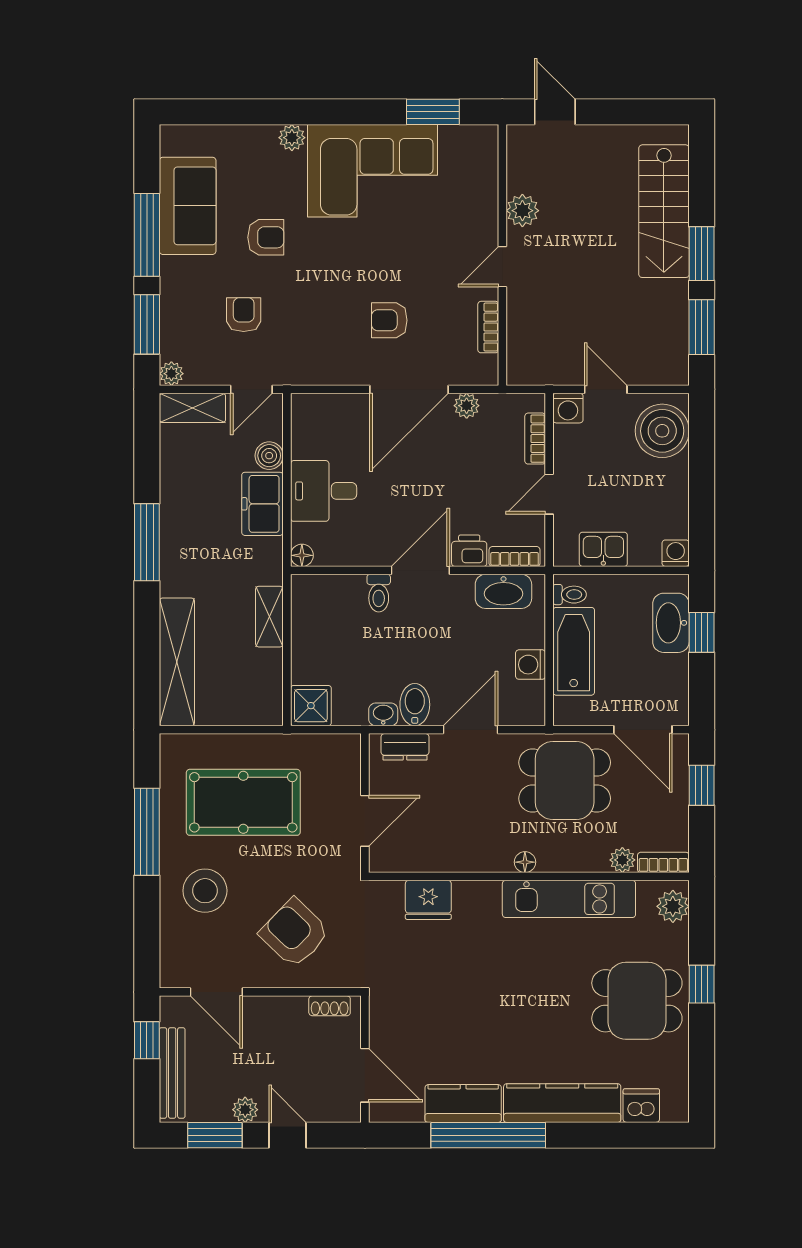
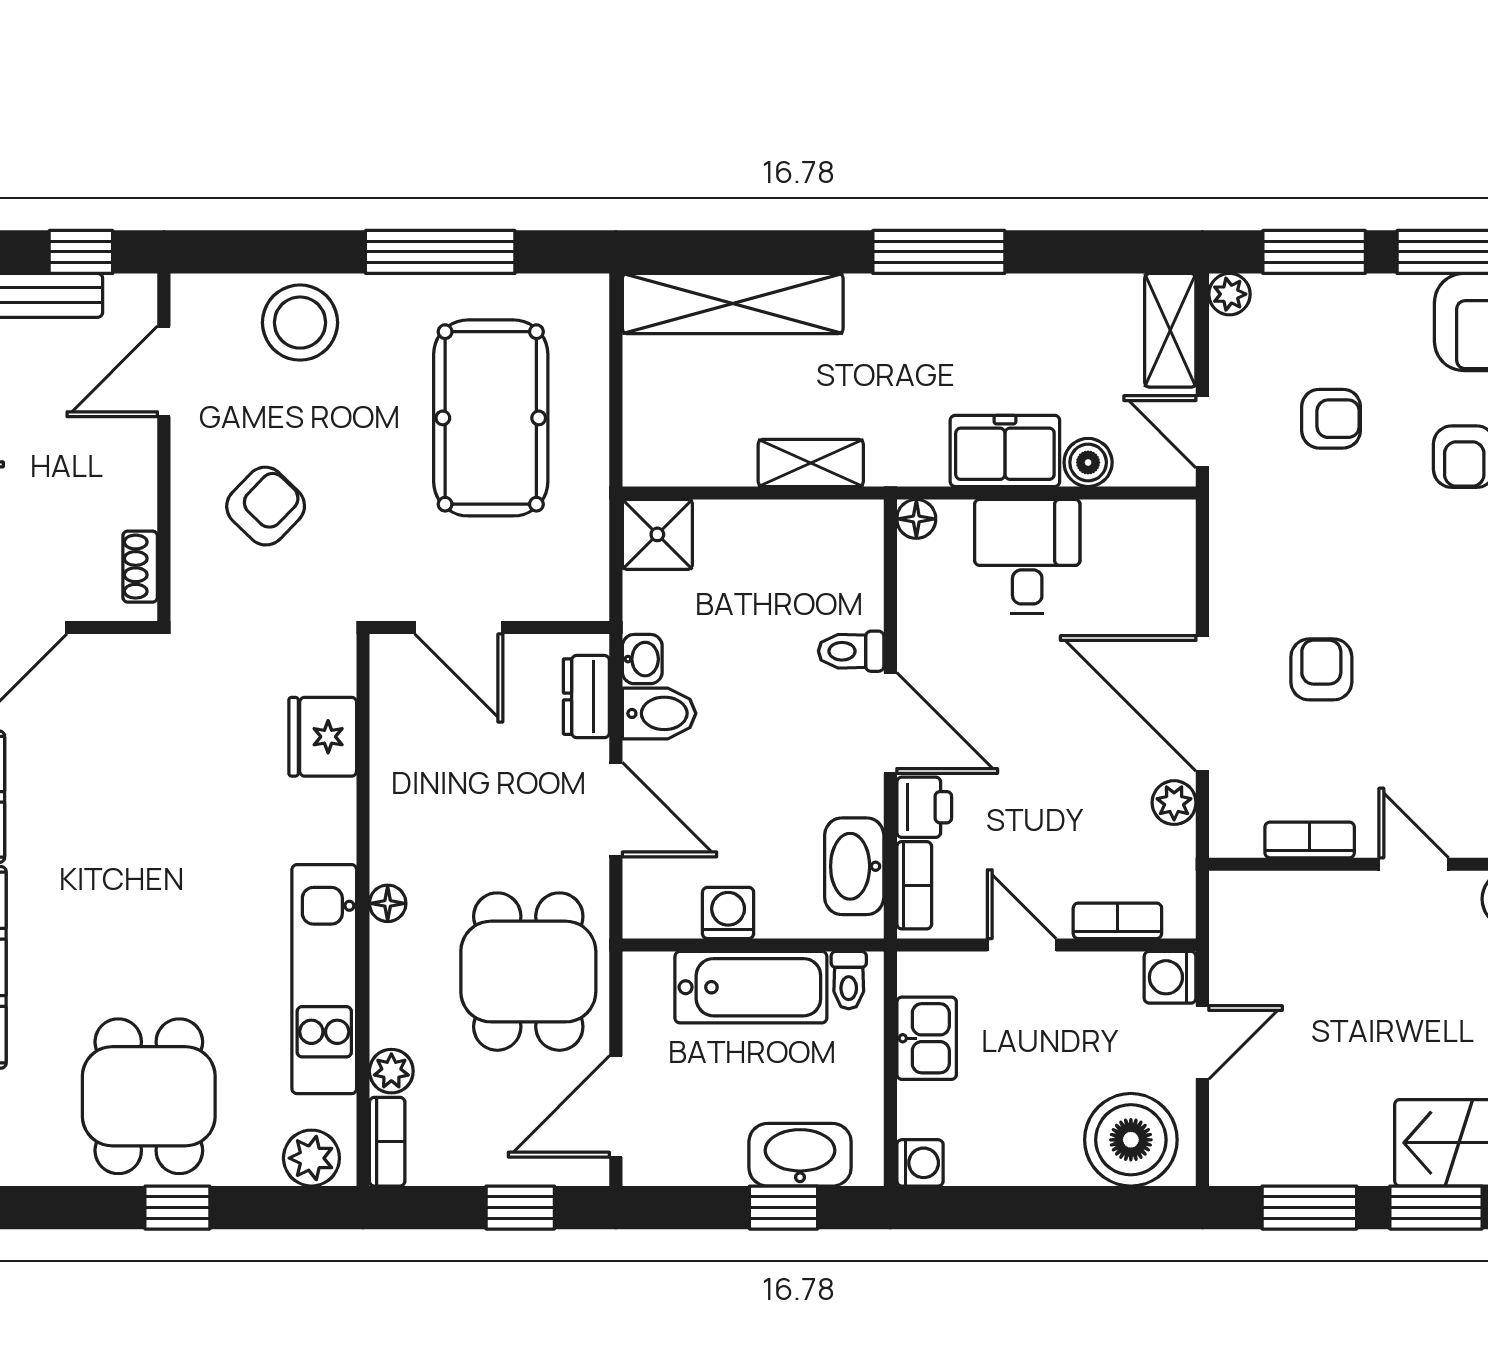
stool: (205, 891) -> (300, 323), moved
armchair: (294, 933) -> (266, 506), width x0.72, depth x0.72

